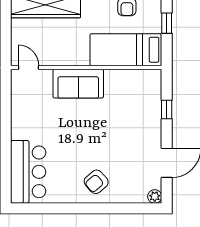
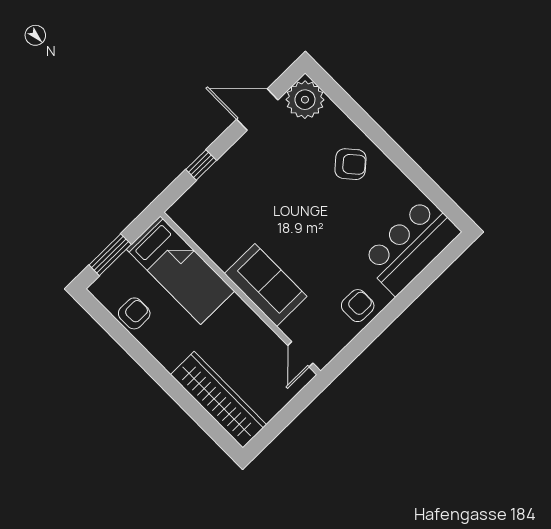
window: (167, 23) -> (110, 255), width x1.50
armchair: (25, 118) -> (358, 306), added
plant: (155, 196) -> (305, 100), width x1.88, depth x1.88

